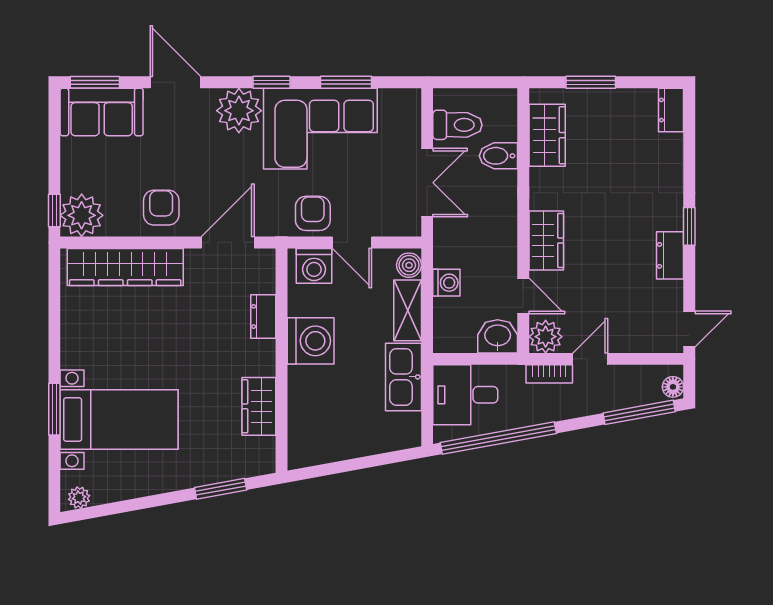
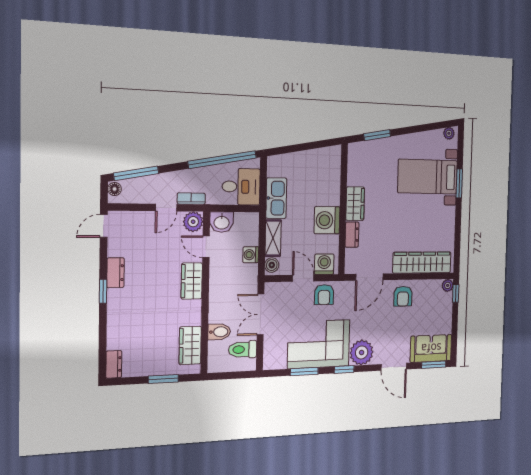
plant: (82, 215) -> (448, 285), width x0.53, depth x0.53
wardrobe: (259, 406) -> (355, 204), moved

